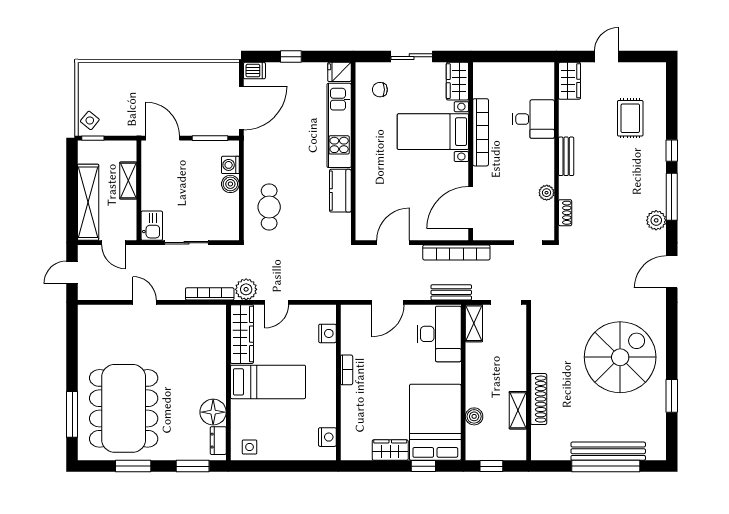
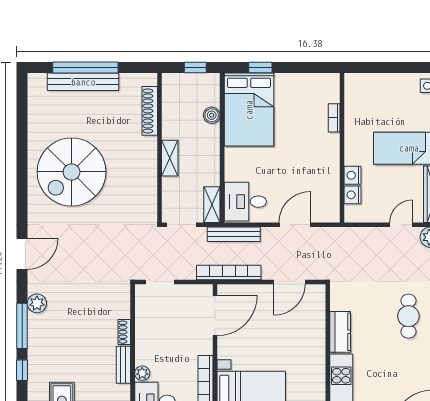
plant: (547, 193) -> (142, 373), moved
shoe rack: (565, 213) -> (124, 332), moved
bench: (451, 292) -> (234, 234), width x1.36
desk: (439, 334) -> (245, 202), width x0.73
bookcase: (347, 370) -> (334, 118), moved
window: (672, 396) -> (22, 135), removed
shoe rack: (539, 399) -> (150, 111), moved
shelving: (518, 410) -> (170, 158), moved
nightstand: (327, 437) -> (353, 175), moved
wardrobe: (390, 450) -> (292, 83), removed

